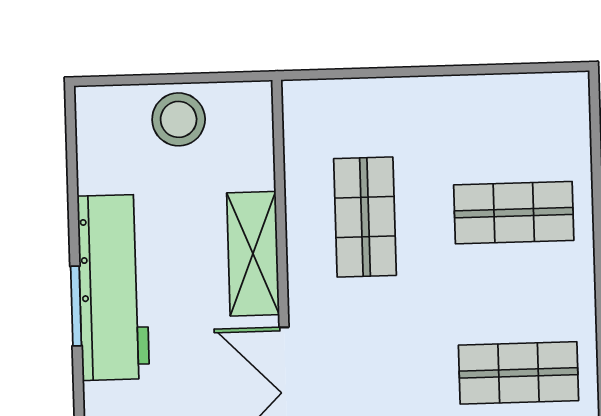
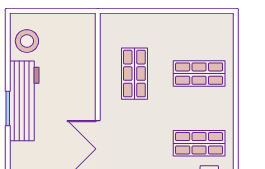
stool: (179, 119) -> (27, 41), moved
shelving: (253, 254) -> (85, 88), removed

